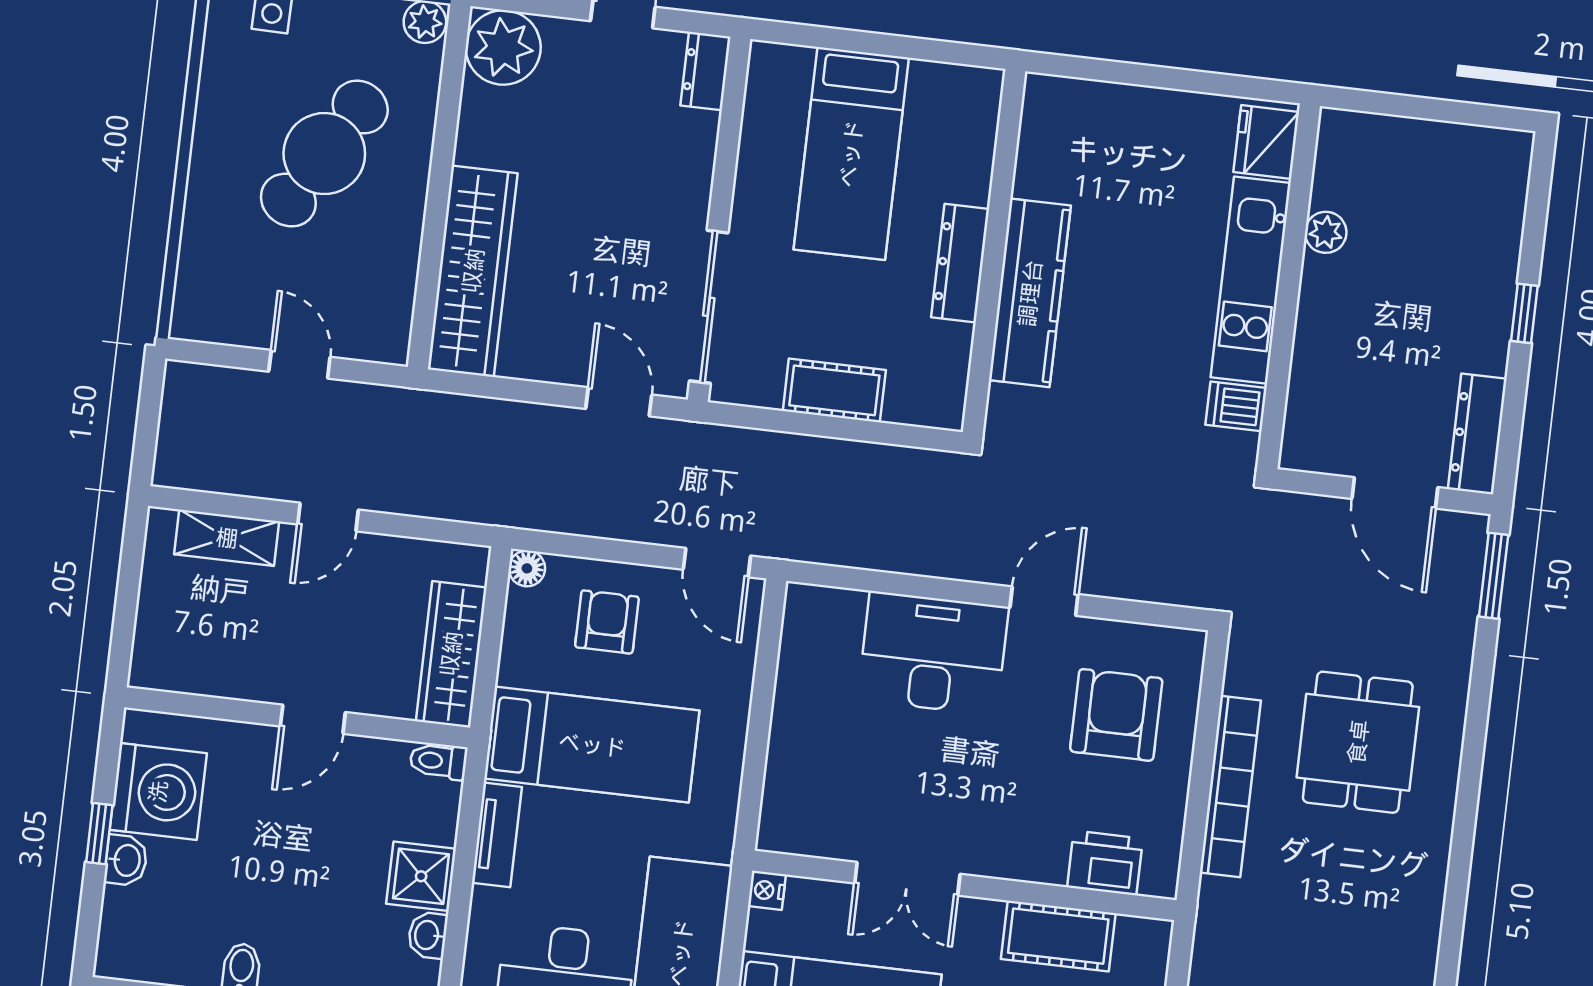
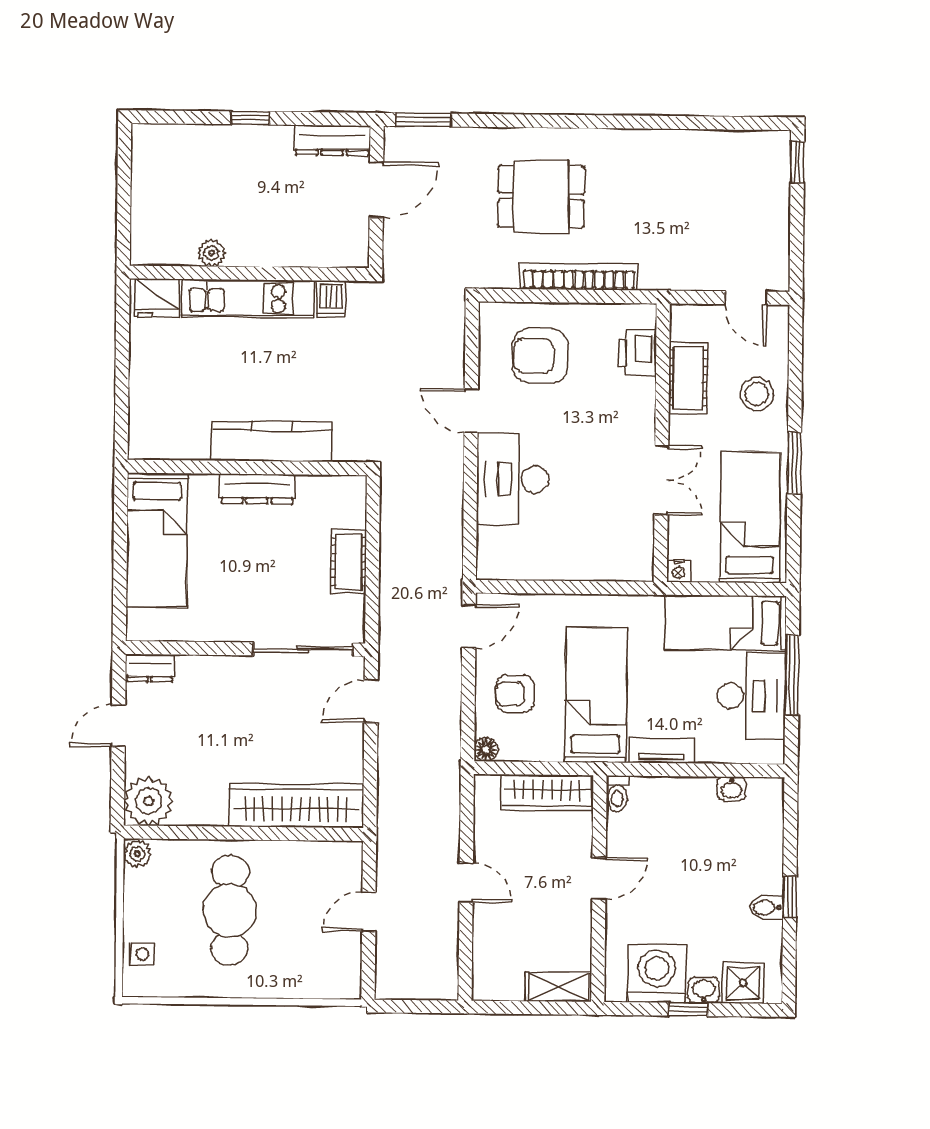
cafe table: (324, 154) -> (230, 910), turned 59
bed: (851, 154) -> (157, 540), moved, turned 90
shelving: (227, 538) -> (558, 987), moved, turned 90
door: (313, 719) -> (599, 878), hinge flipped
shower: (421, 876) -> (743, 983), moved

